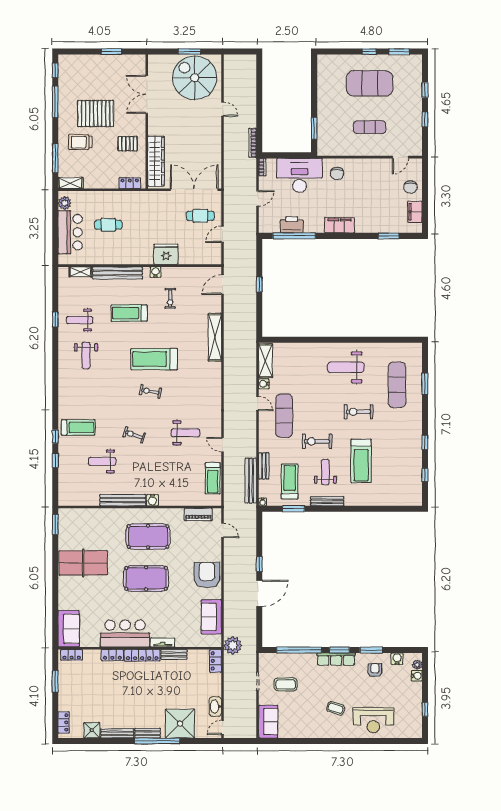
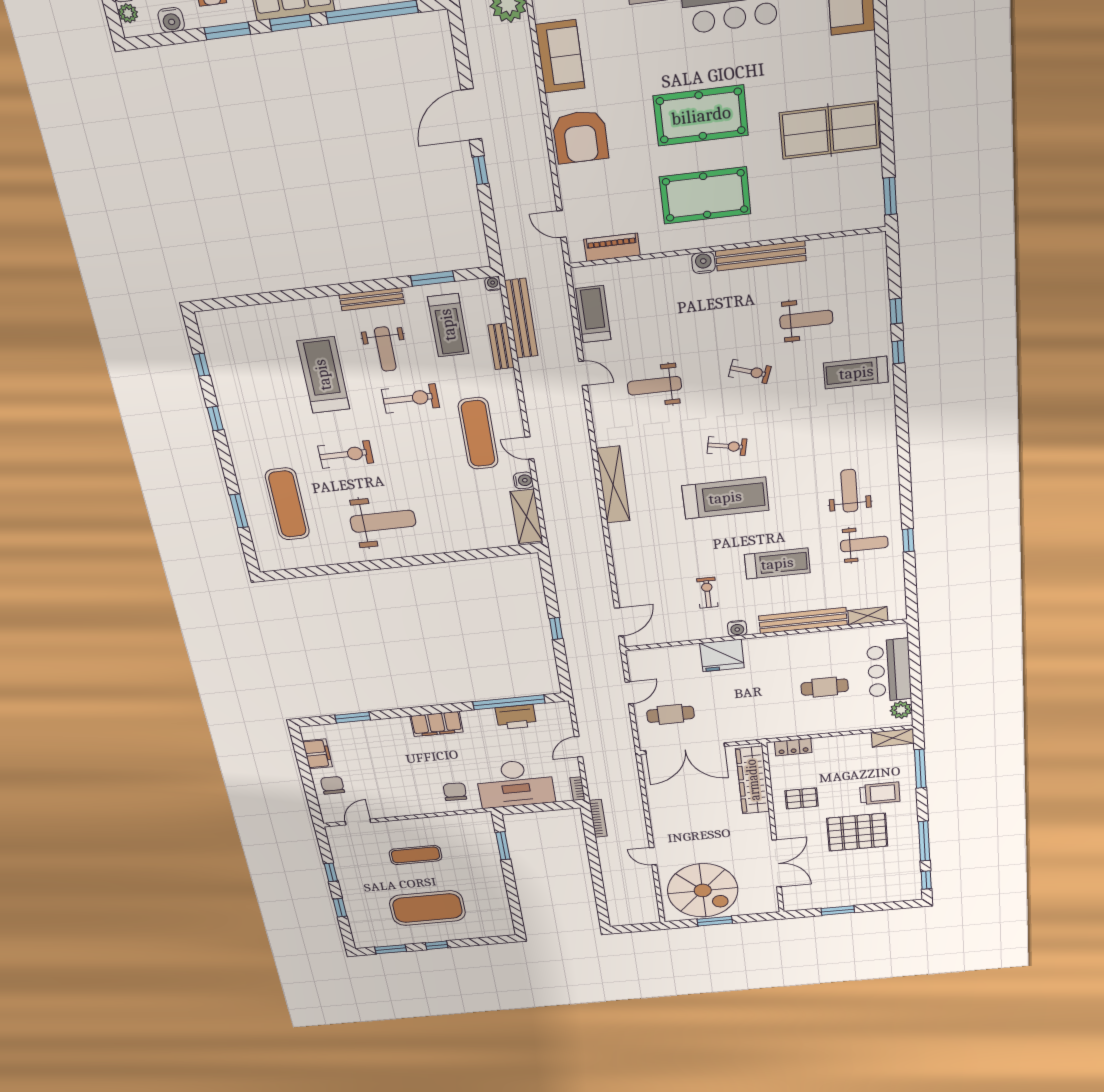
shelving: (215, 337) -> (613, 485), moved

